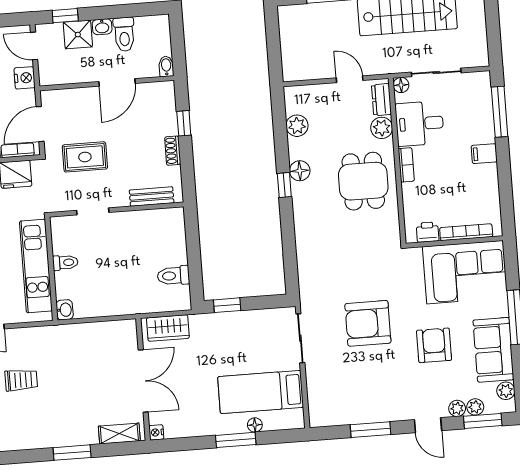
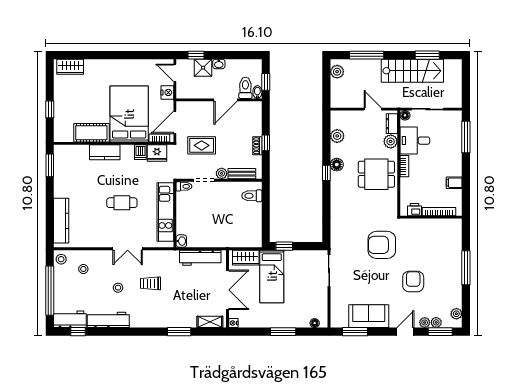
plant: (289, 25) -> (337, 72), added
toilet: (124, 34) -> (245, 88), moved, turned 180
window: (178, 49) -> (266, 82), added
window: (184, 123) -> (266, 143), moved
filing cabinet: (484, 154) -> (454, 183), moved
dining table: (363, 181) -> (376, 174), turned 90
plant: (120, 199) -> (222, 173), added
toilet: (65, 263) -> (184, 186), moved
corner sofa: (465, 272) -> (436, 237), removed
toilet: (173, 276) -> (252, 196), moved
armchair: (368, 323) -> (382, 245), moved
workbench: (96, 334) -> (200, 258), added
sofa: (493, 350) -> (369, 316), moved, turned 90
trolley: (21, 380) -> (150, 283), turned 180
bed: (261, 392) -> (272, 276), moved, turned -90
floor lamp: (255, 425) -> (315, 323), moved
door: (428, 425) -> (405, 332), swing flipped
window: (371, 430) -> (355, 332), moved

